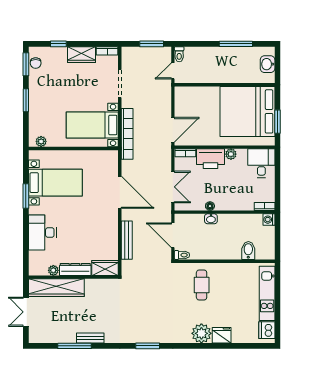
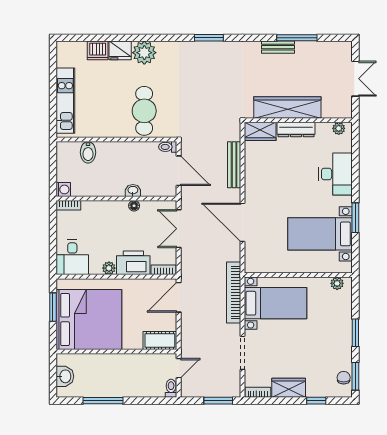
window: (152, 44) -> (218, 401), moved
cot: (188, 94) -> (160, 341), added
plant: (53, 270) -> (339, 128), moved
cafe table: (202, 285) -> (144, 111), width x1.37, depth x1.35
wardrobe: (56, 288) -> (287, 108), moved
dishwasher: (267, 330) -> (98, 50), moved, turned 90

